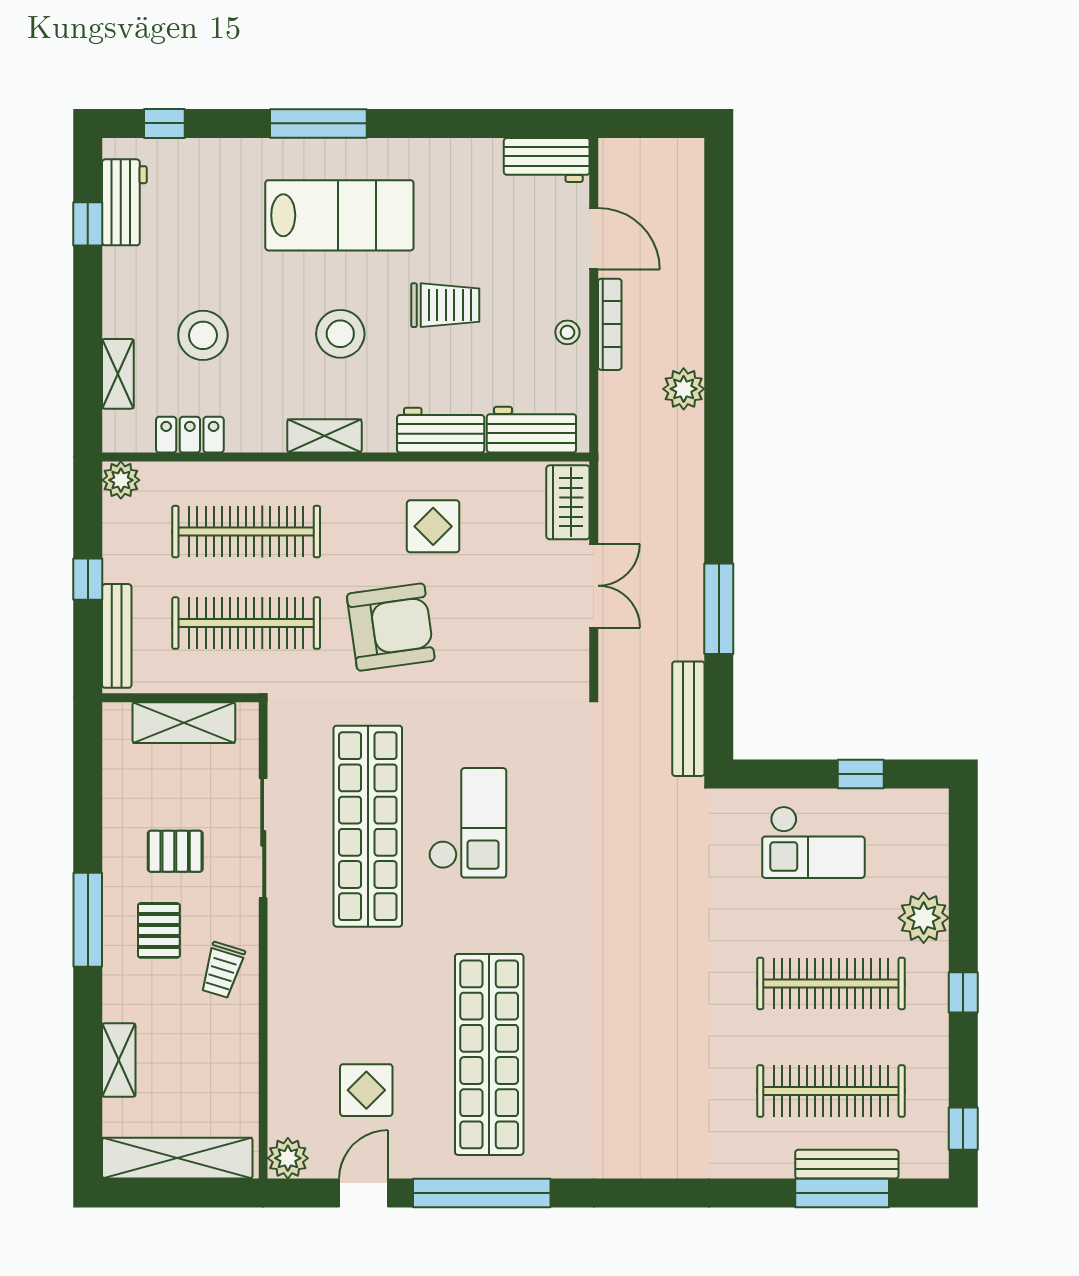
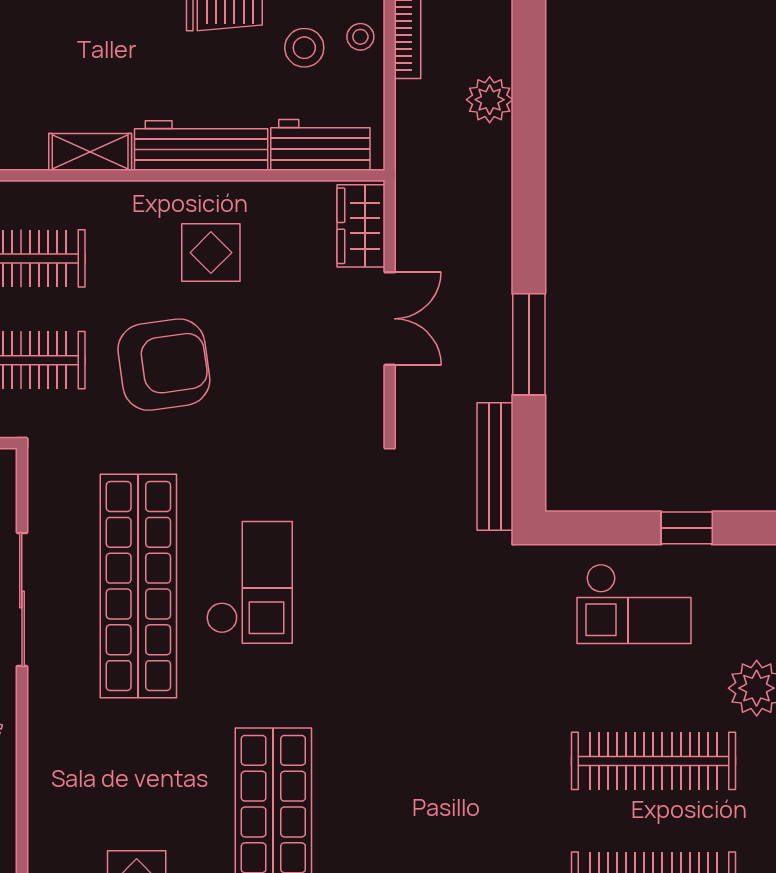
stool: (340, 334) -> (304, 48), moved, width x0.73, depth x0.73
workbench: (441, 430) -> (201, 146), width x1.38

